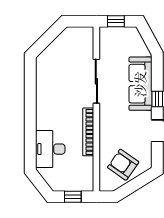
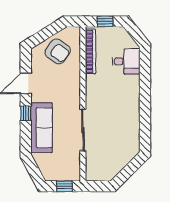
bookcase: (88, 132) -> (90, 51), moved
desk: (50, 149) -> (126, 61), width x0.73

